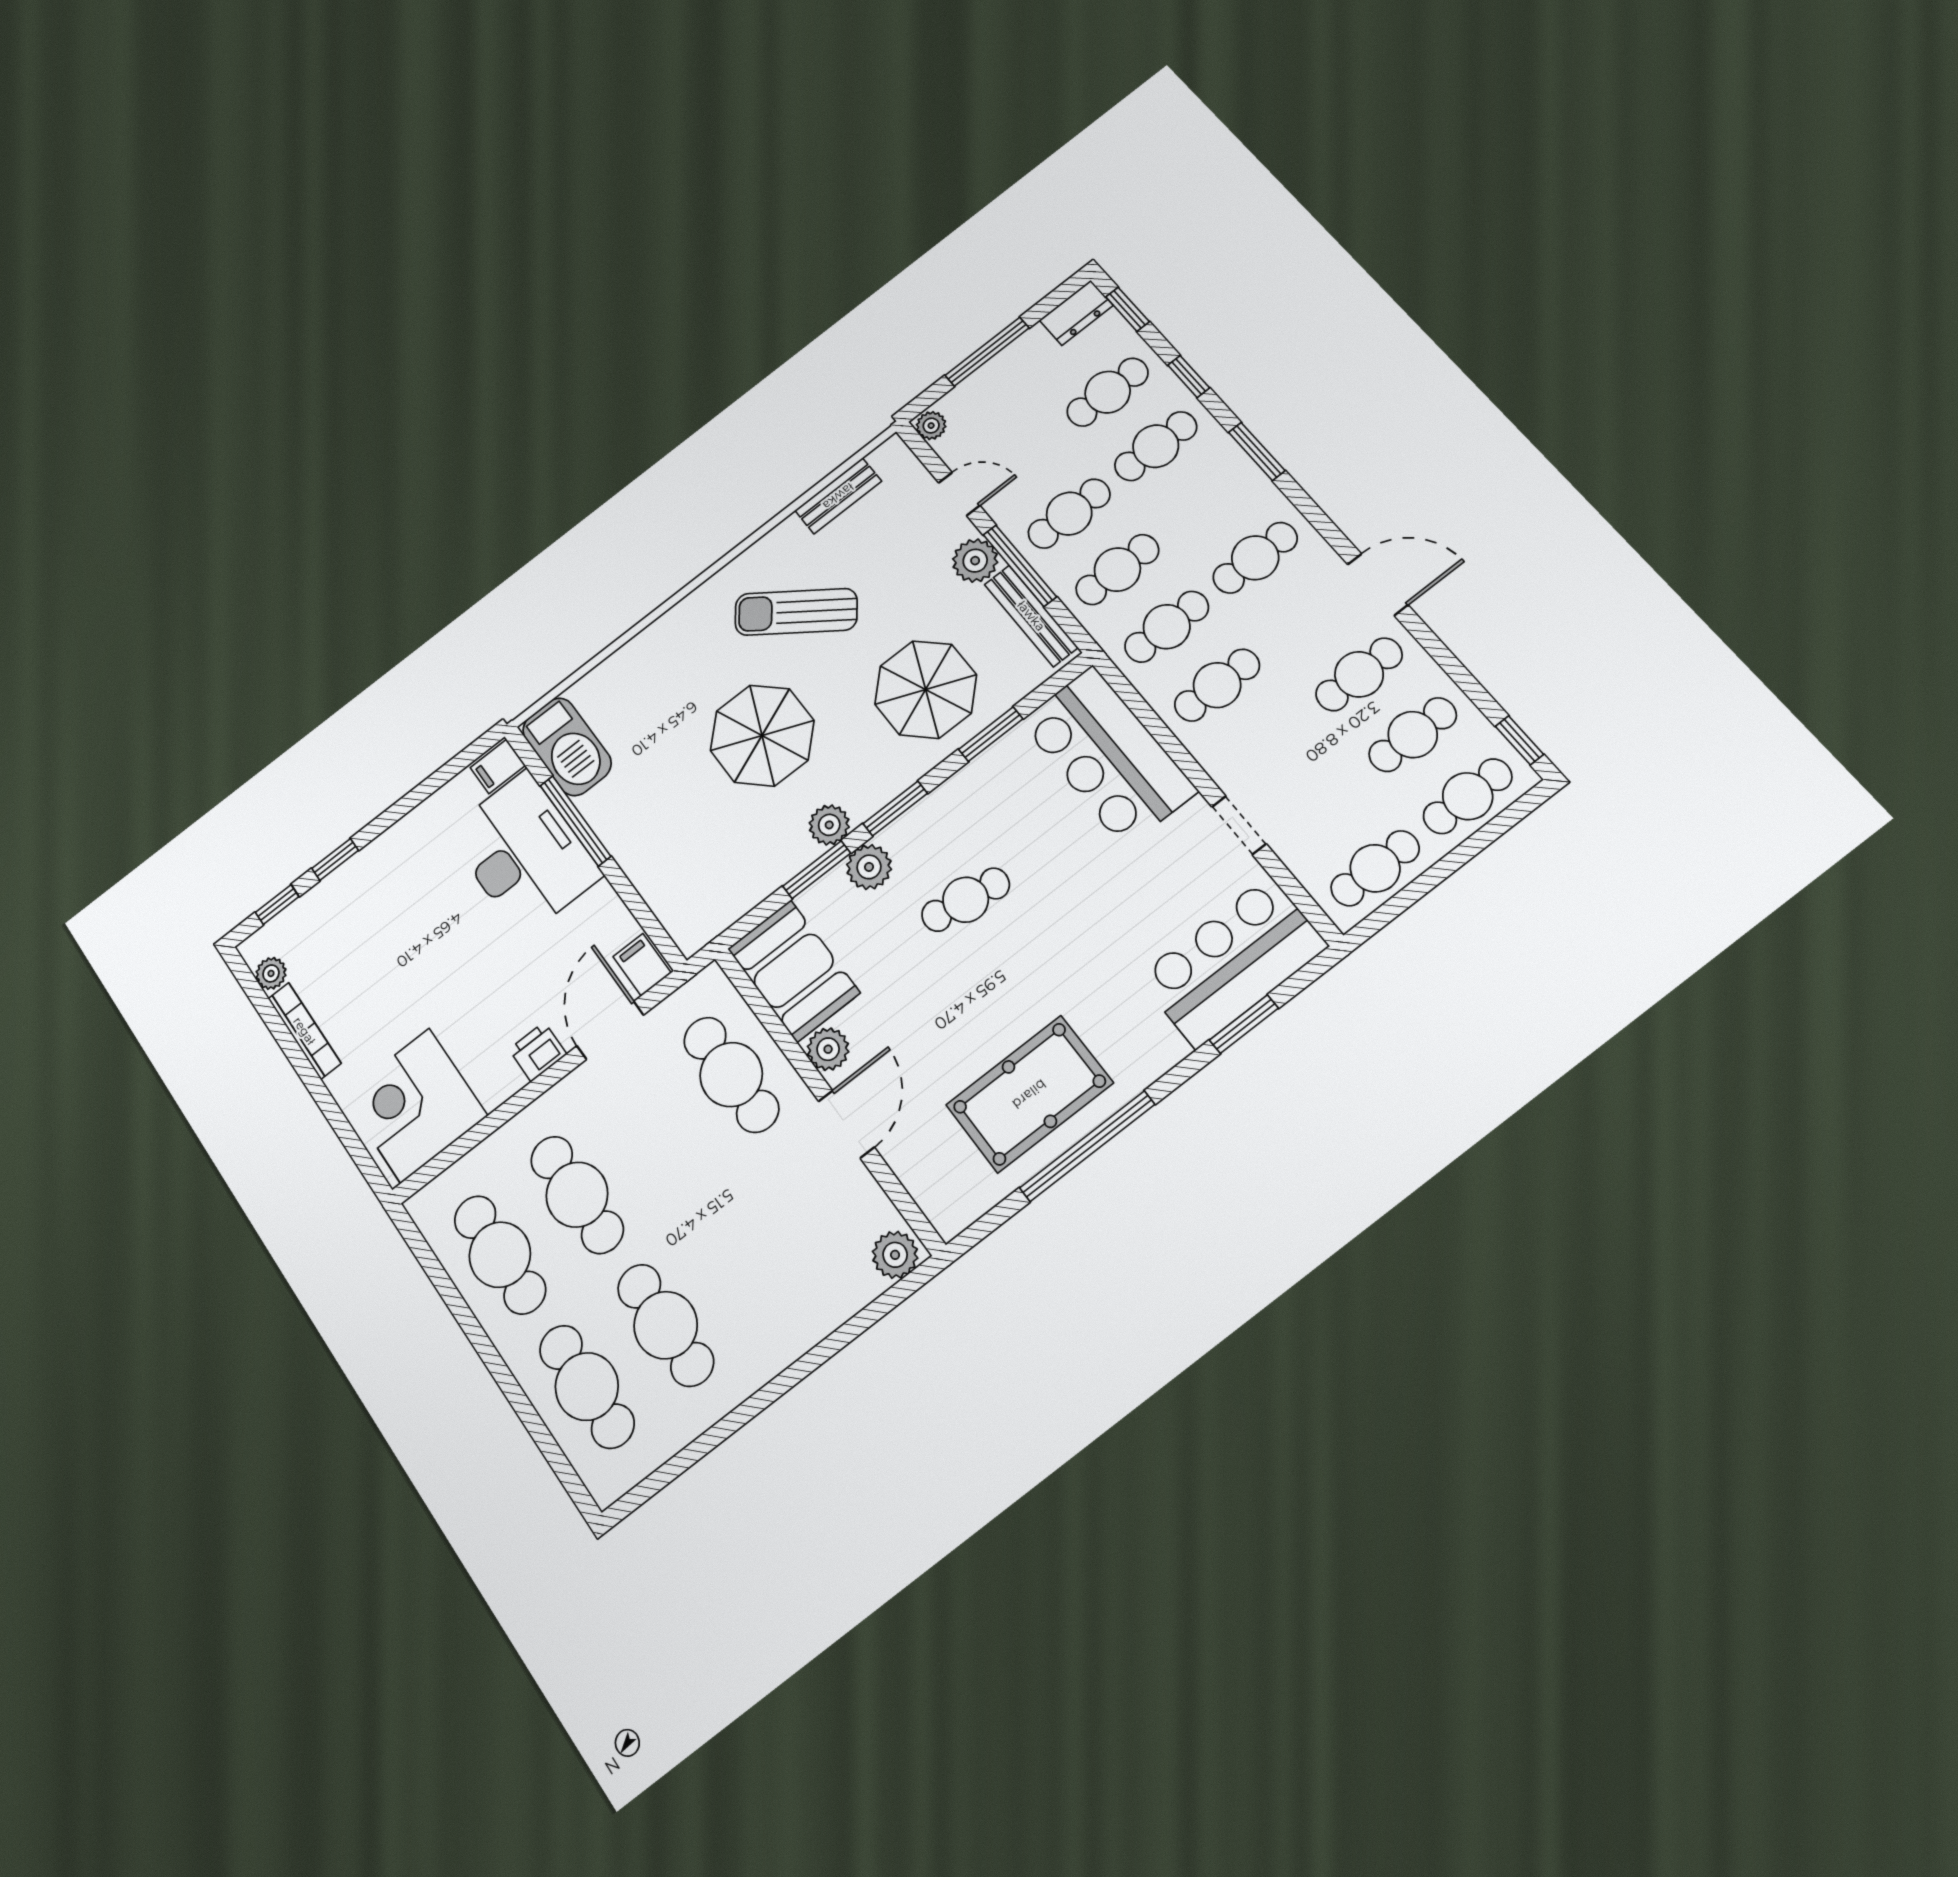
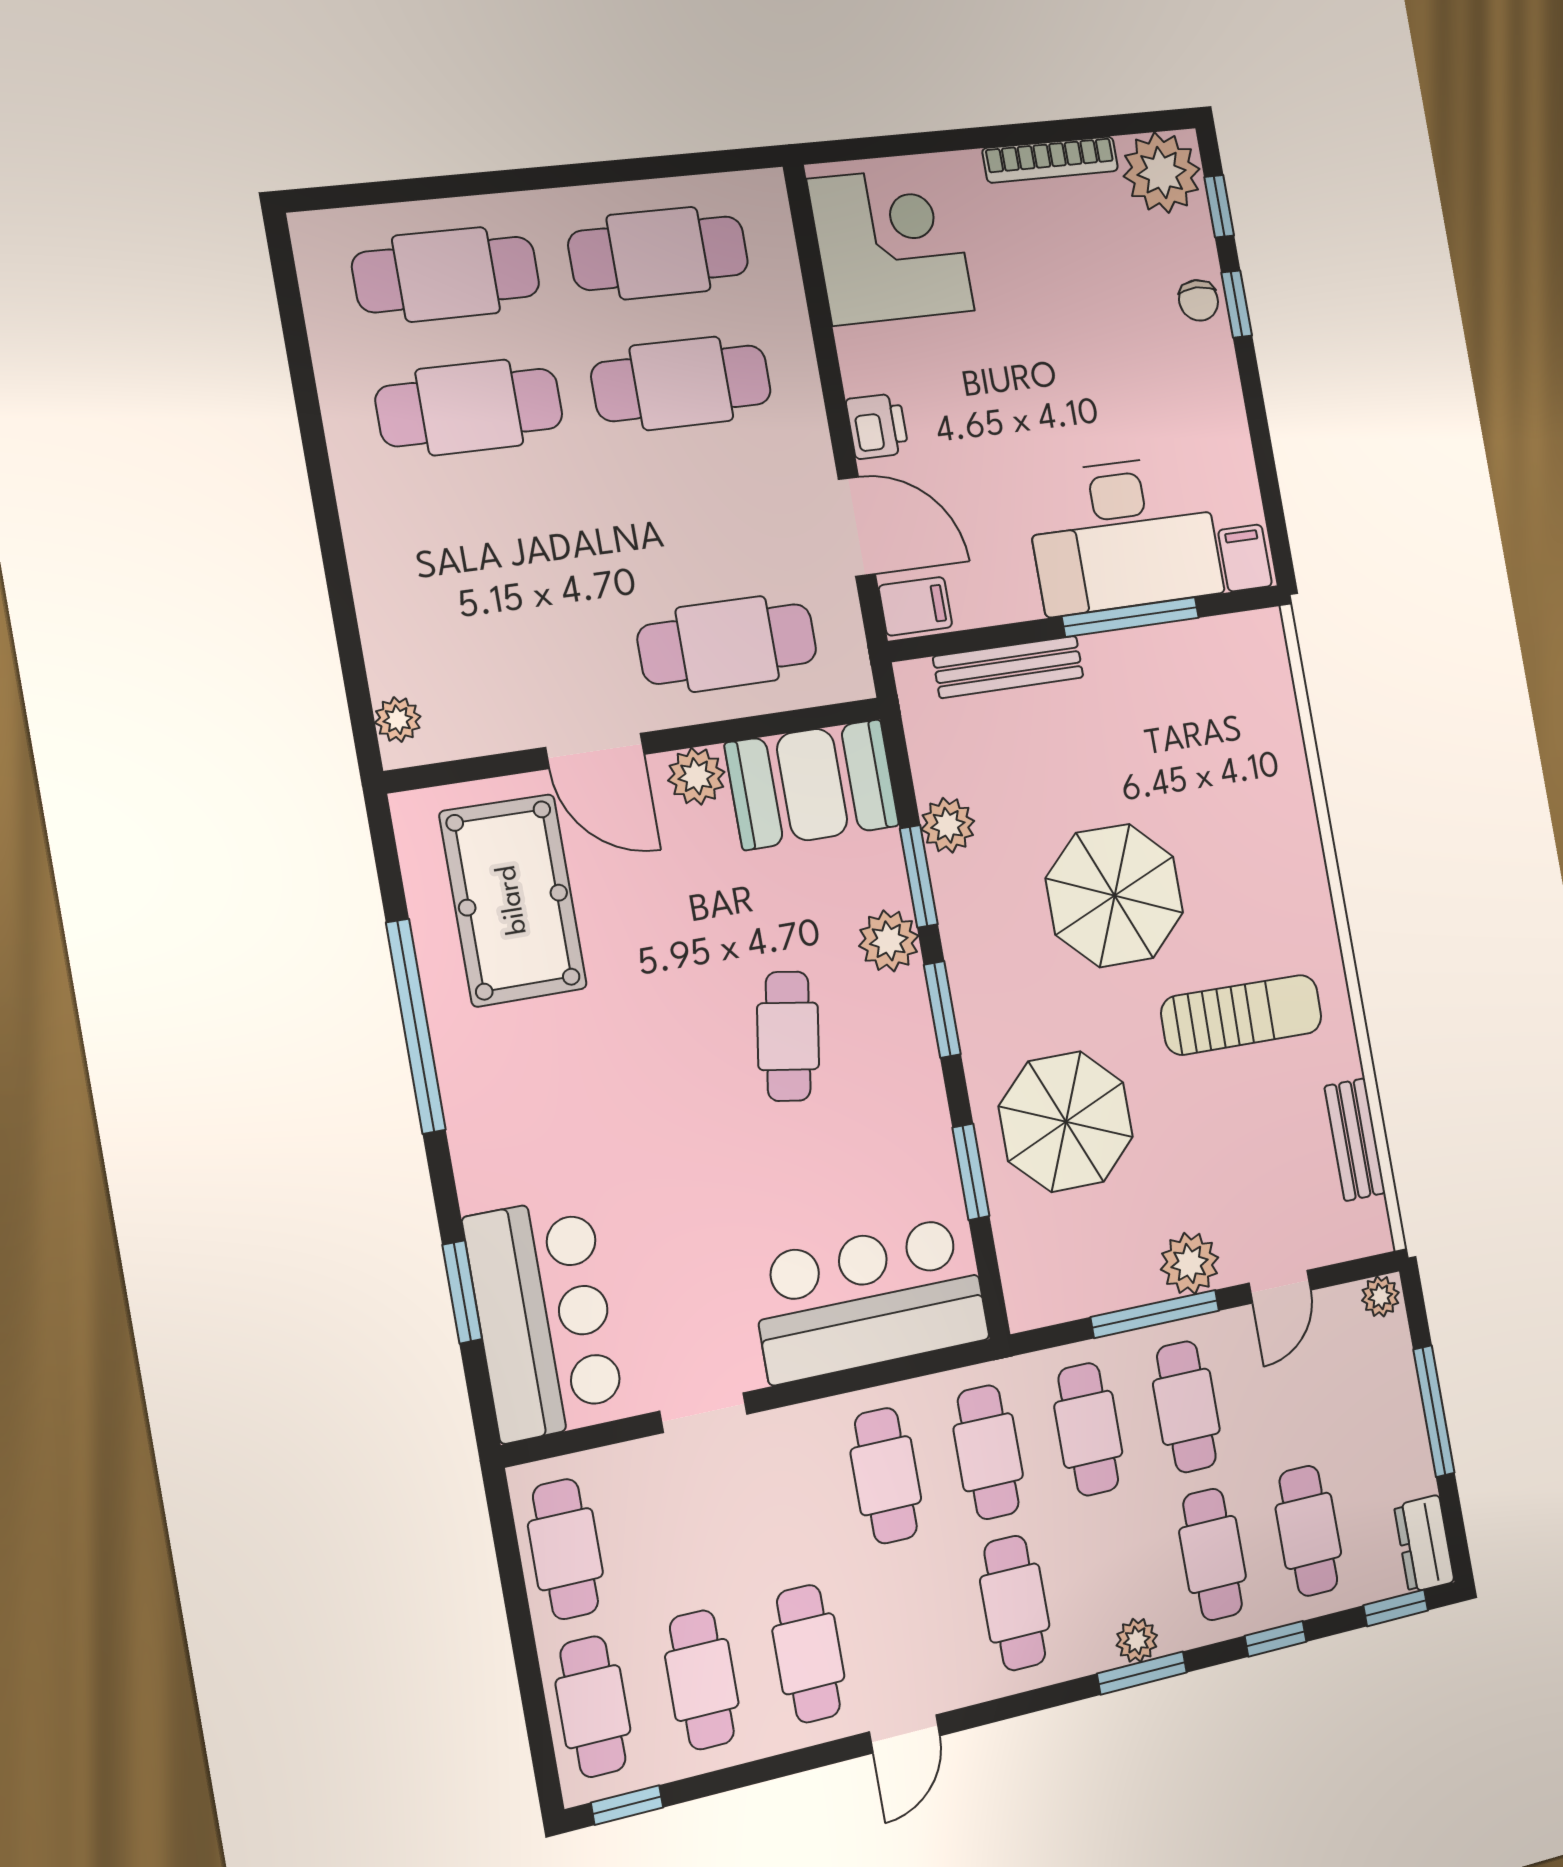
plant: (1237, 466) -> (1137, 1640), added
door: (1378, 585) -> (905, 1734), width x0.73
sun lounger: (796, 612) -> (1242, 1015), turned 54
bench: (1031, 616) -> (1008, 667), moved
barbecue: (567, 747) -> (1225, 654), removed
plant: (829, 825) -> (948, 825), moved
chair: (346, 886) -> (1199, 300), added
plant: (271, 973) -> (1162, 173), width x1.87, depth x1.87
pool table: (1029, 1094) -> (513, 900), moved
plant: (895, 1255) -> (398, 720), width x0.73, depth x0.73

